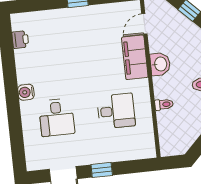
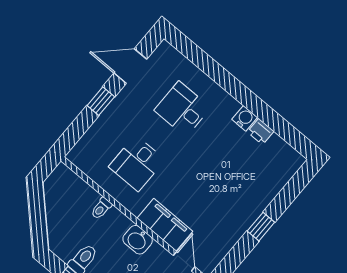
printer: (20, 40) -> (261, 132), moved
water cooler: (26, 92) -> (245, 118), moved

